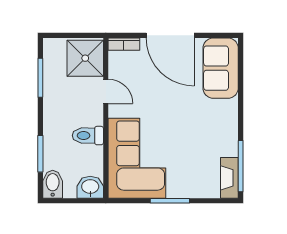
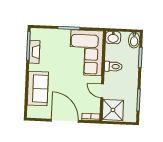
sofa: (221, 68) -> (38, 89), moved
fireplace: (229, 178) -> (34, 52), moved

